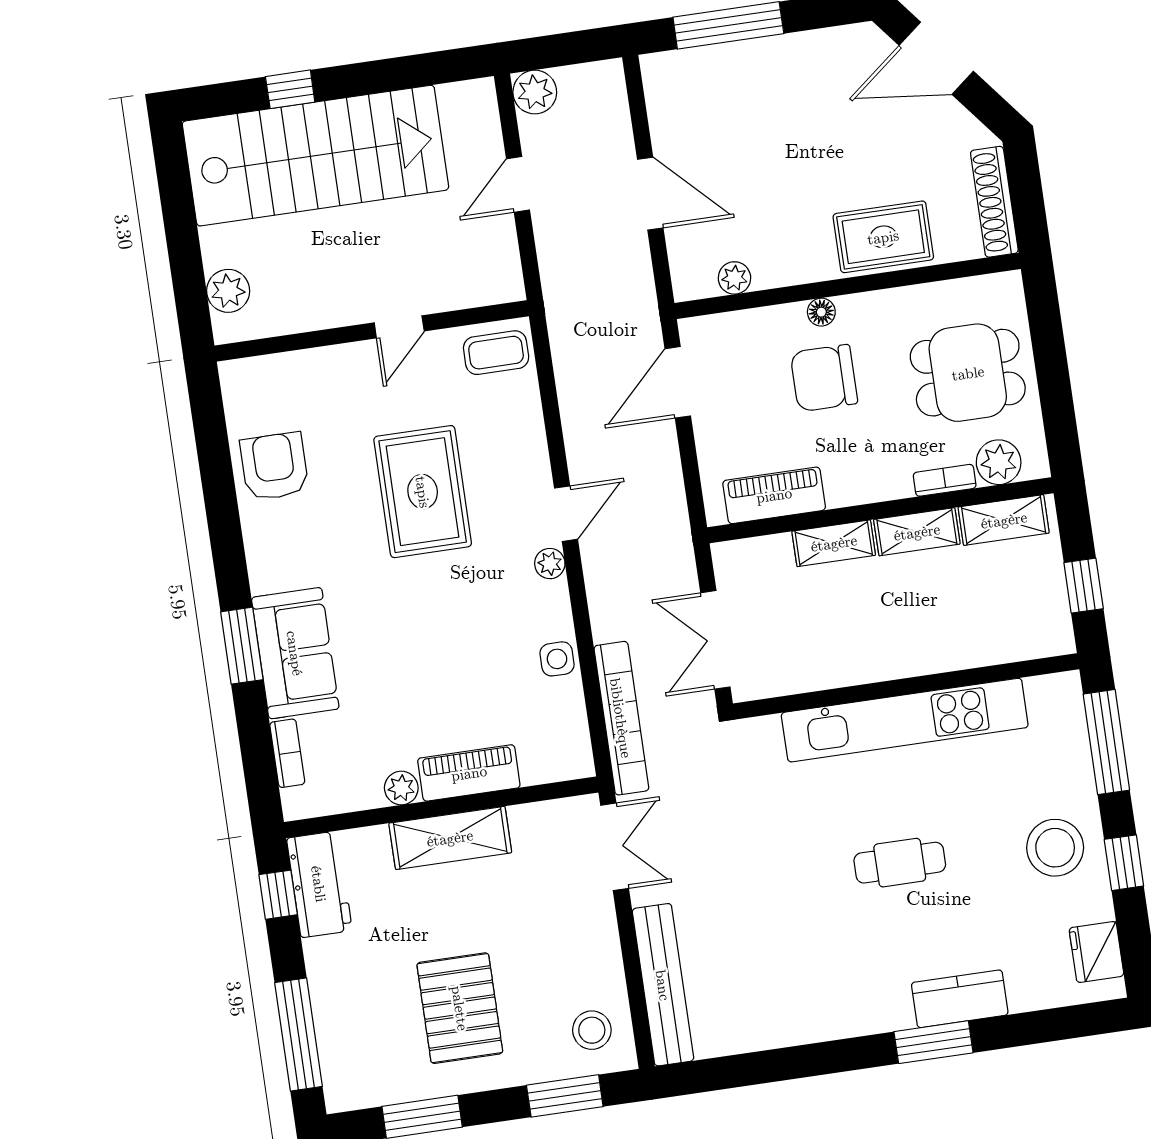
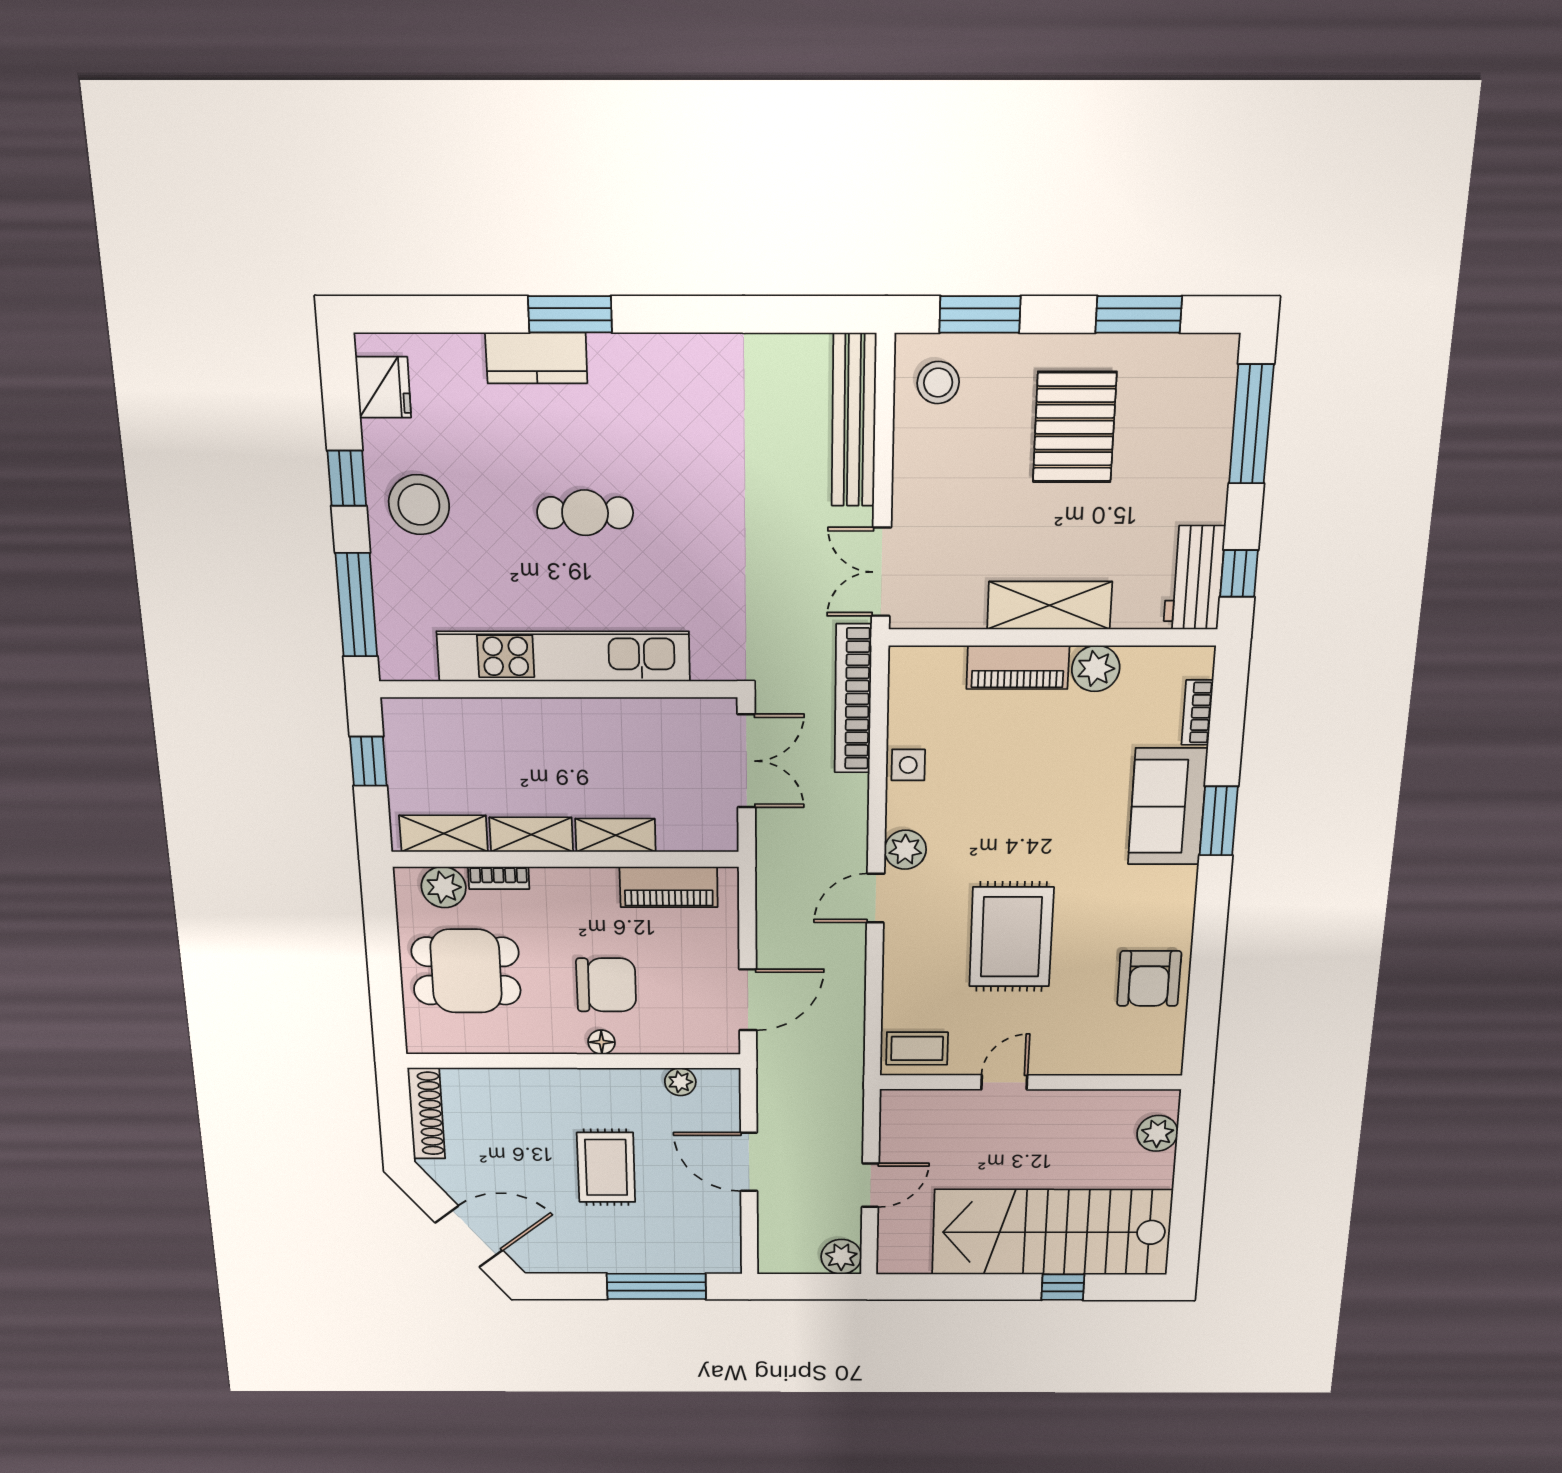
rug: (883, 237) -> (606, 1167), moved, turned 90
plant: (550, 564) -> (905, 850), width x1.38, depth x1.38
plant: (401, 788) -> (1096, 669), width x1.38, depth x1.38

